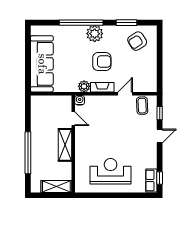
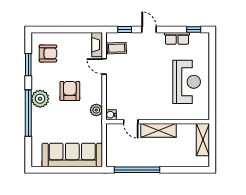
armchair: (137, 41) -> (48, 53), turned -57
fireplace: (102, 87) -> (97, 45), moved
door: (73, 119) -> (131, 122), swing flipped
window: (28, 153) -> (137, 170), moved
reception desk: (111, 171) -> (187, 82), turned 180
row of seats: (151, 181) -> (177, 38), moved

